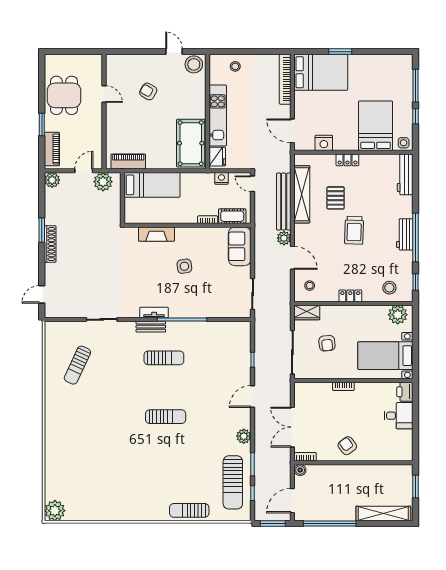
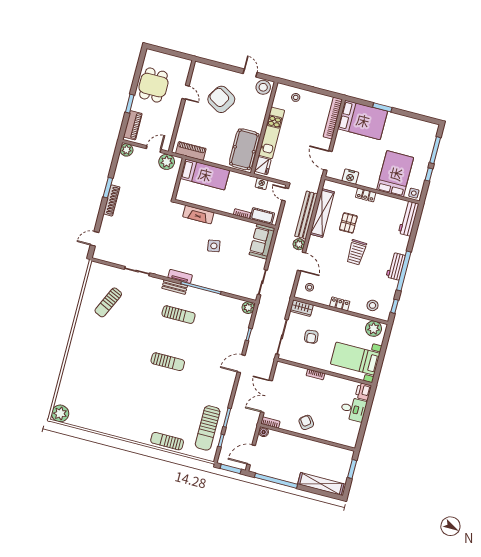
armchair: (148, 91) -> (221, 99), width x1.88, depth x1.88
plant: (244, 436) -> (248, 308), moved

